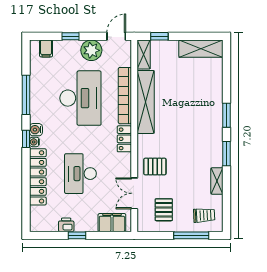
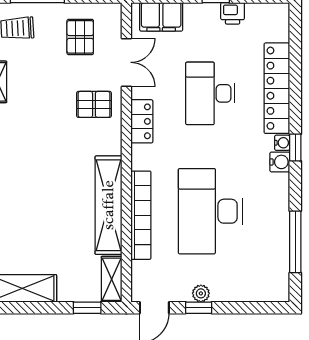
window: (70, 36) -> (199, 308), moved
filing cabinet: (46, 48) -> (264, 289), removed
plant: (91, 50) -> (201, 293), width x0.53, depth x0.53
window: (26, 95) -> (295, 242), moved
locker: (124, 139) -> (142, 121), moved
desk: (80, 174) -> (210, 93), turned 180

